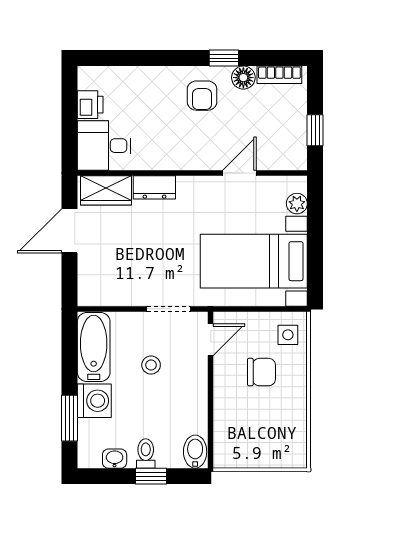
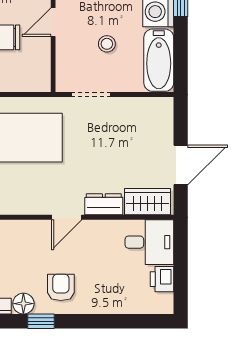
door: (239, 173) -> (67, 217), moved
door: (211, 340) -> (53, 22), moved

